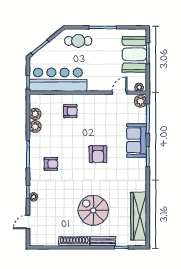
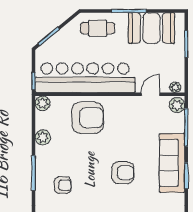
booth: (134, 54) -> (151, 28), moved, turned 90
bar counter: (58, 80) -> (85, 78), width x1.36
armchair: (70, 111) -> (88, 118), width x1.88, depth x1.88
plant: (35, 114) -> (43, 103), moved
sofa: (137, 140) -> (172, 163), width x1.36
armchair: (98, 154) -> (123, 173), turned -90

